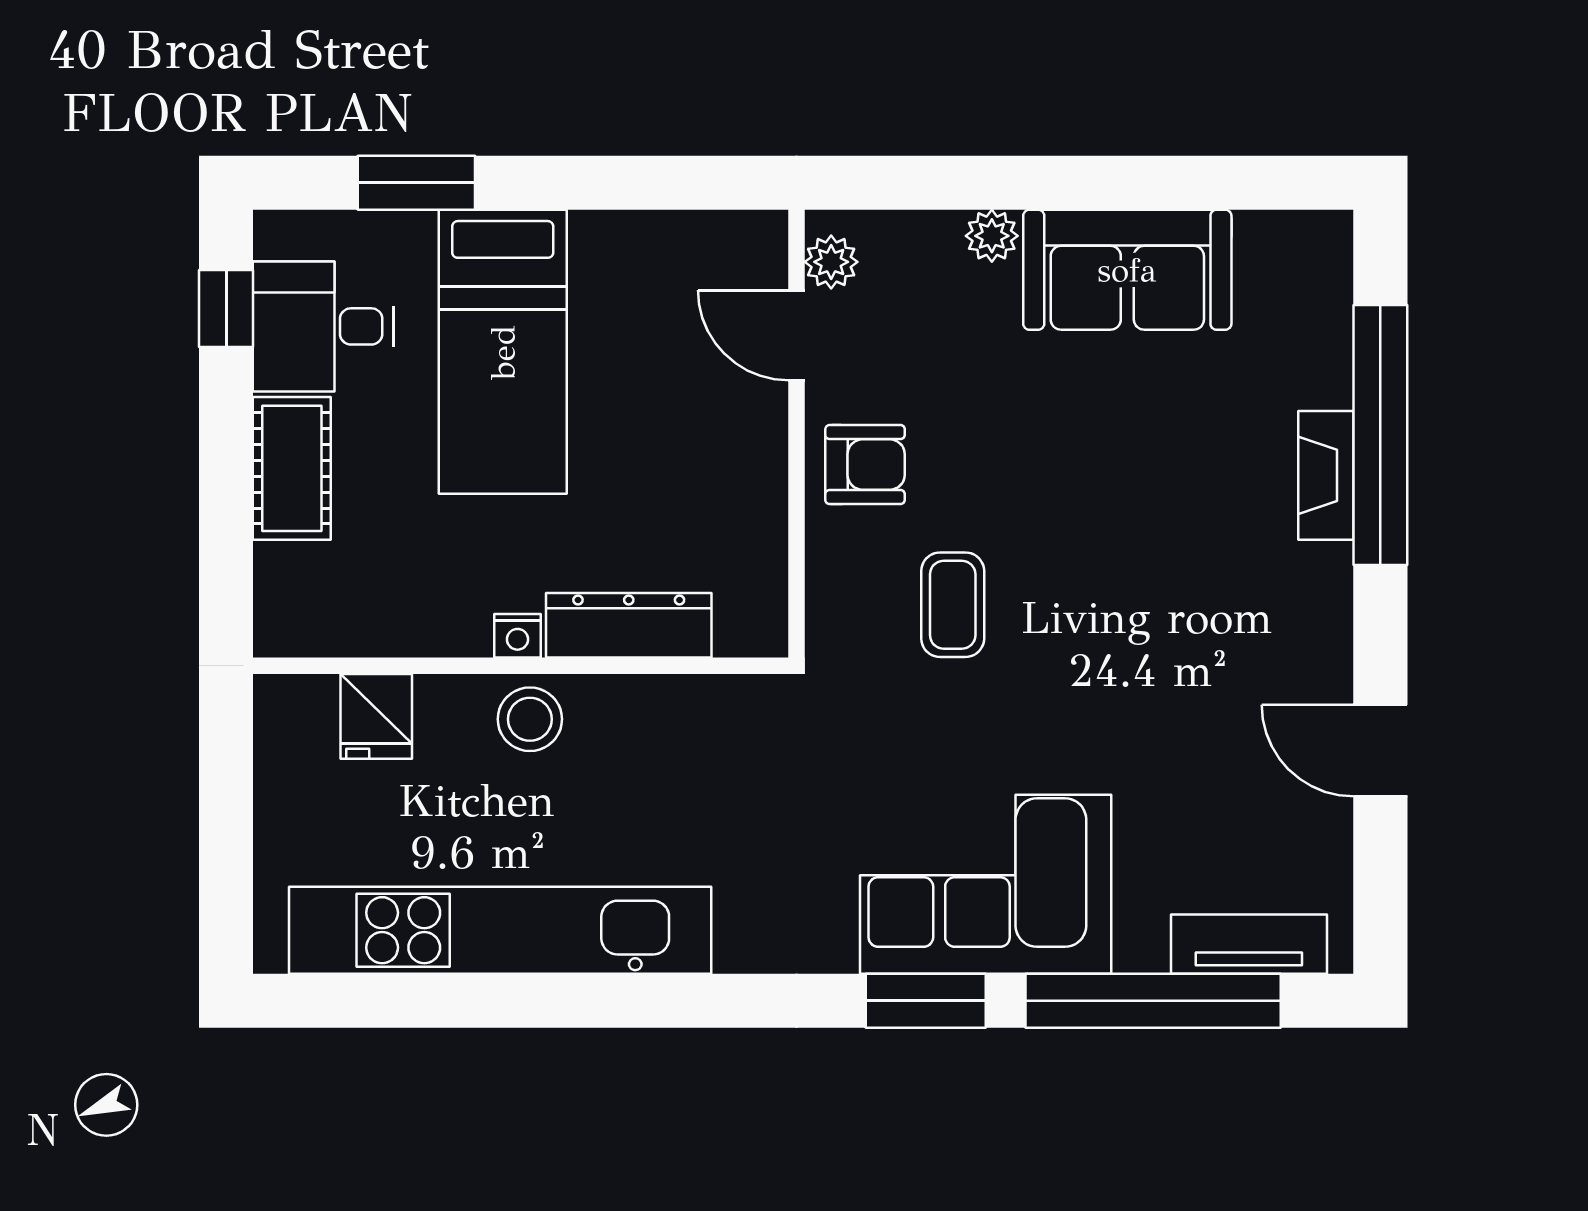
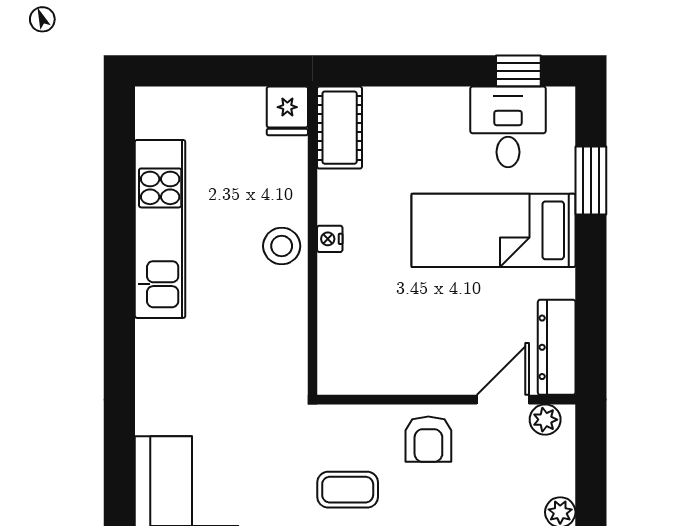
cot: (292, 468) -> (340, 128), moved, turned 90
dresser: (629, 625) -> (557, 347), moved, turned 180
fridge: (376, 716) -> (287, 111), moved, turned -90
kitchen unit: (500, 930) -> (160, 229), width x0.73
window: (926, 1001) -> (119, 474), removed

